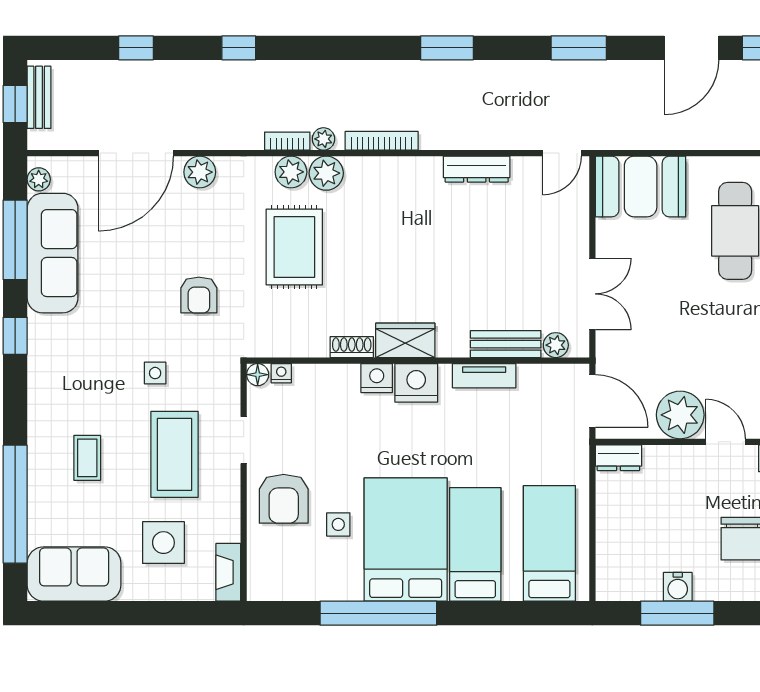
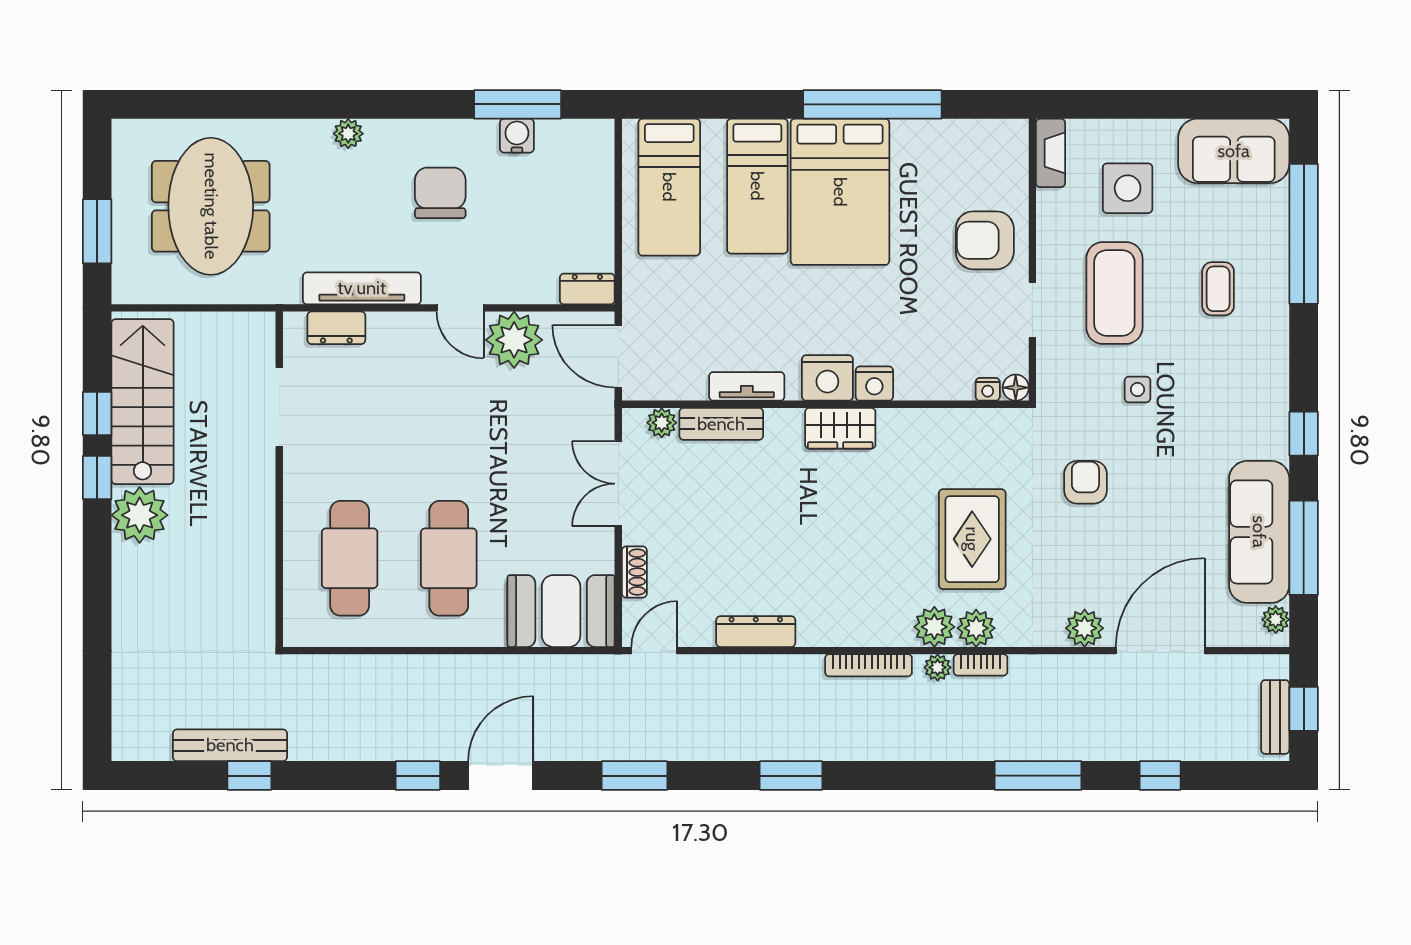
window: (239, 48) -> (1038, 776), width x2.17
shoe rack: (352, 347) -> (634, 572), moved, turned -90
armchair: (284, 499) -> (985, 240), turned -90
side table: (338, 524) -> (920, 210), removed

